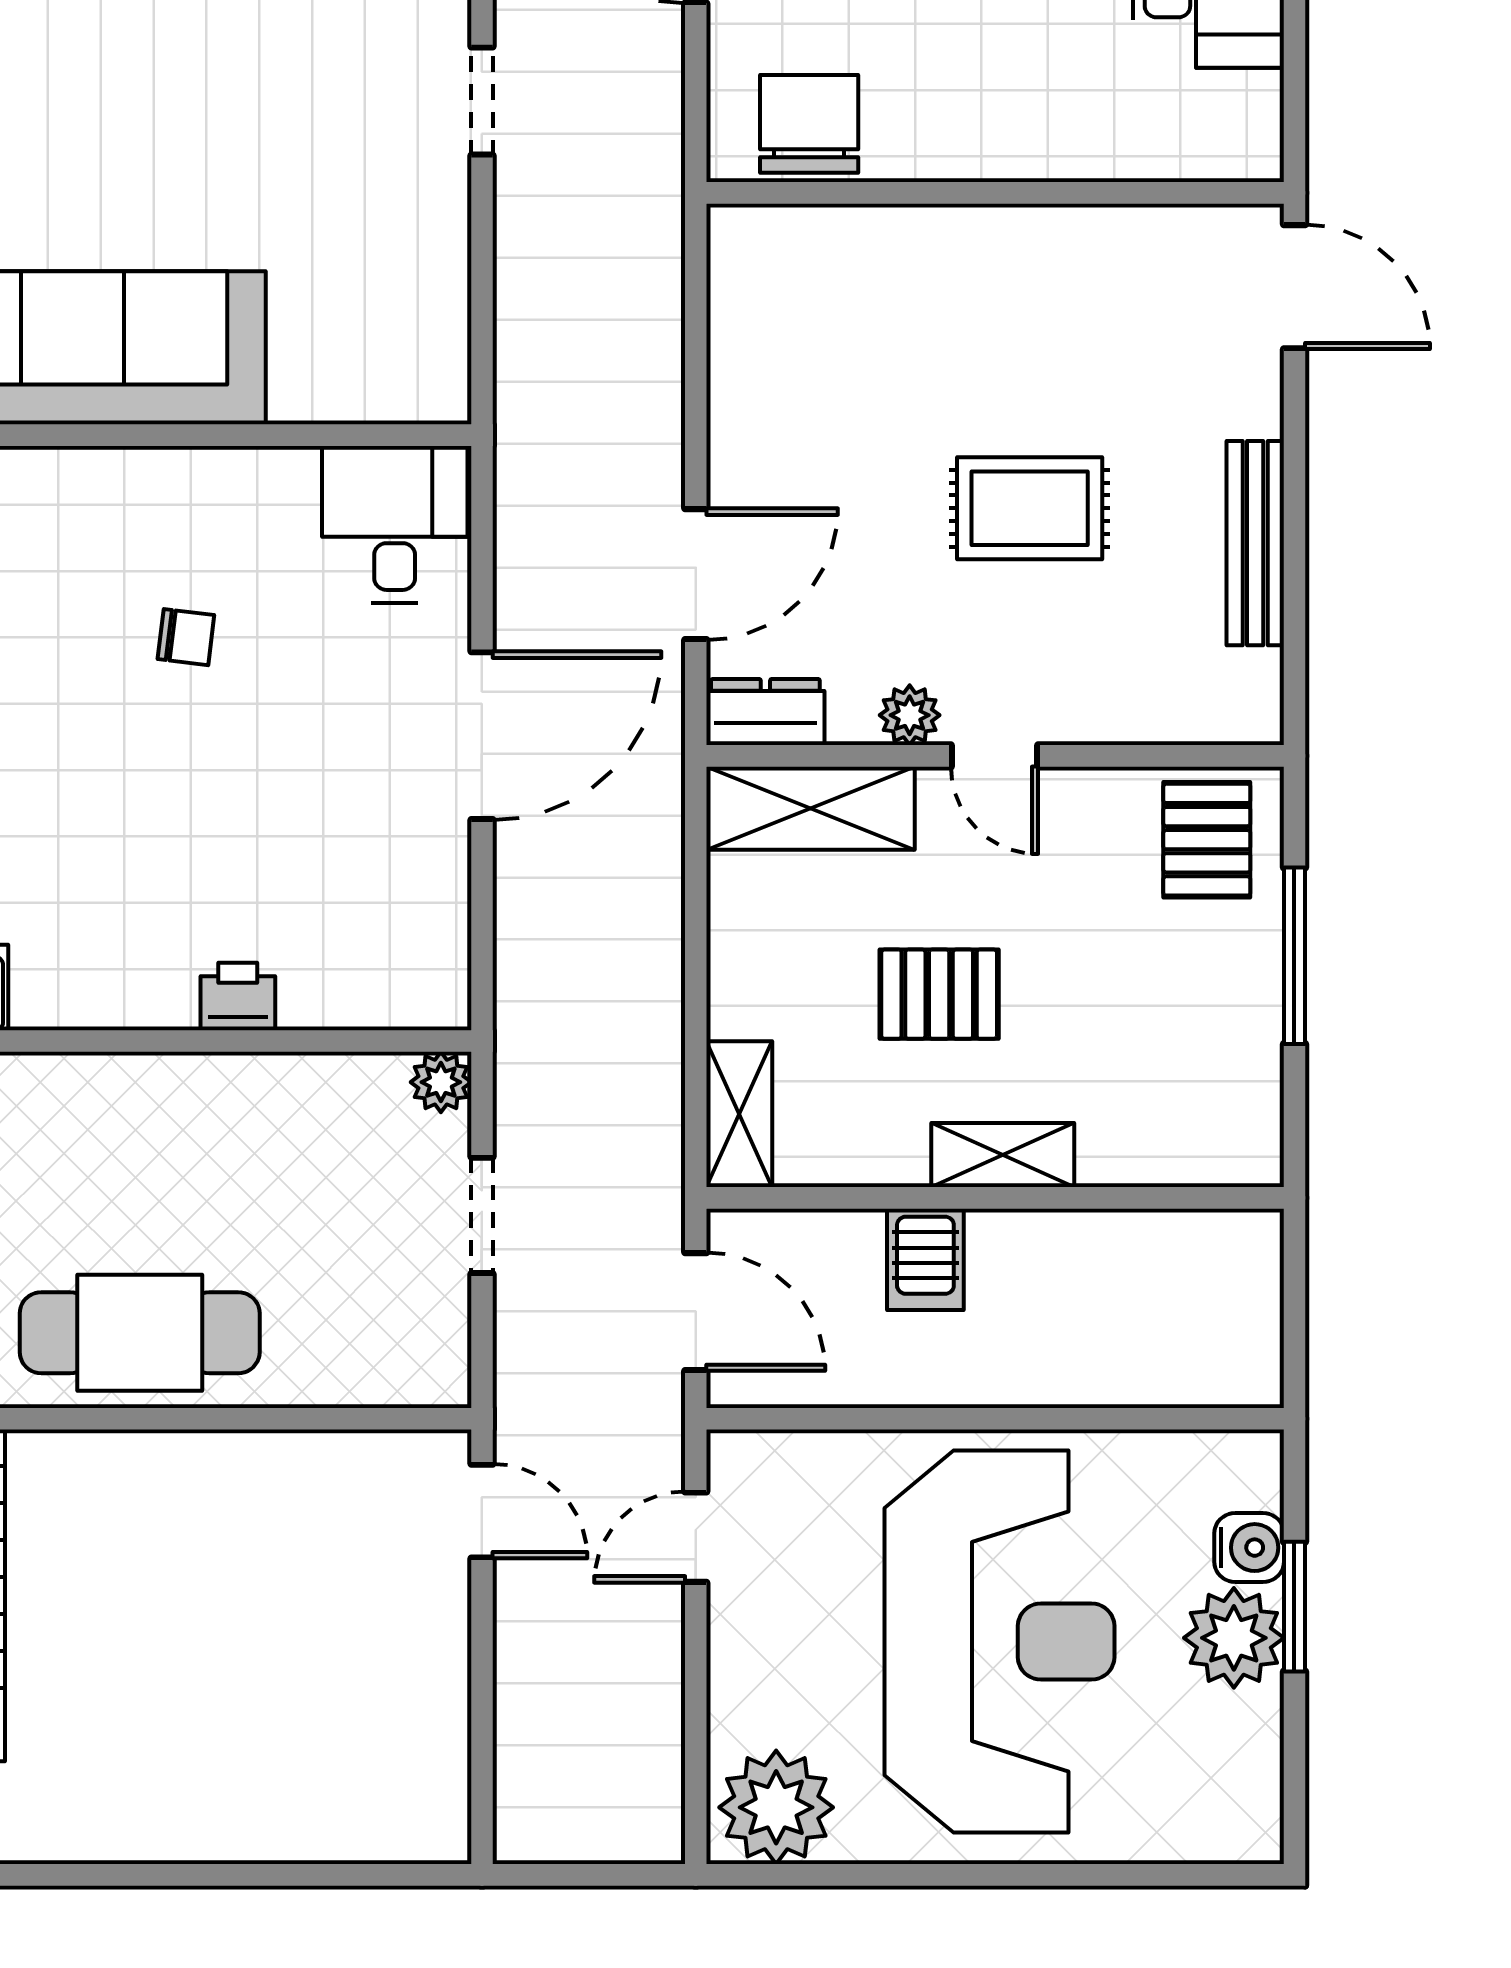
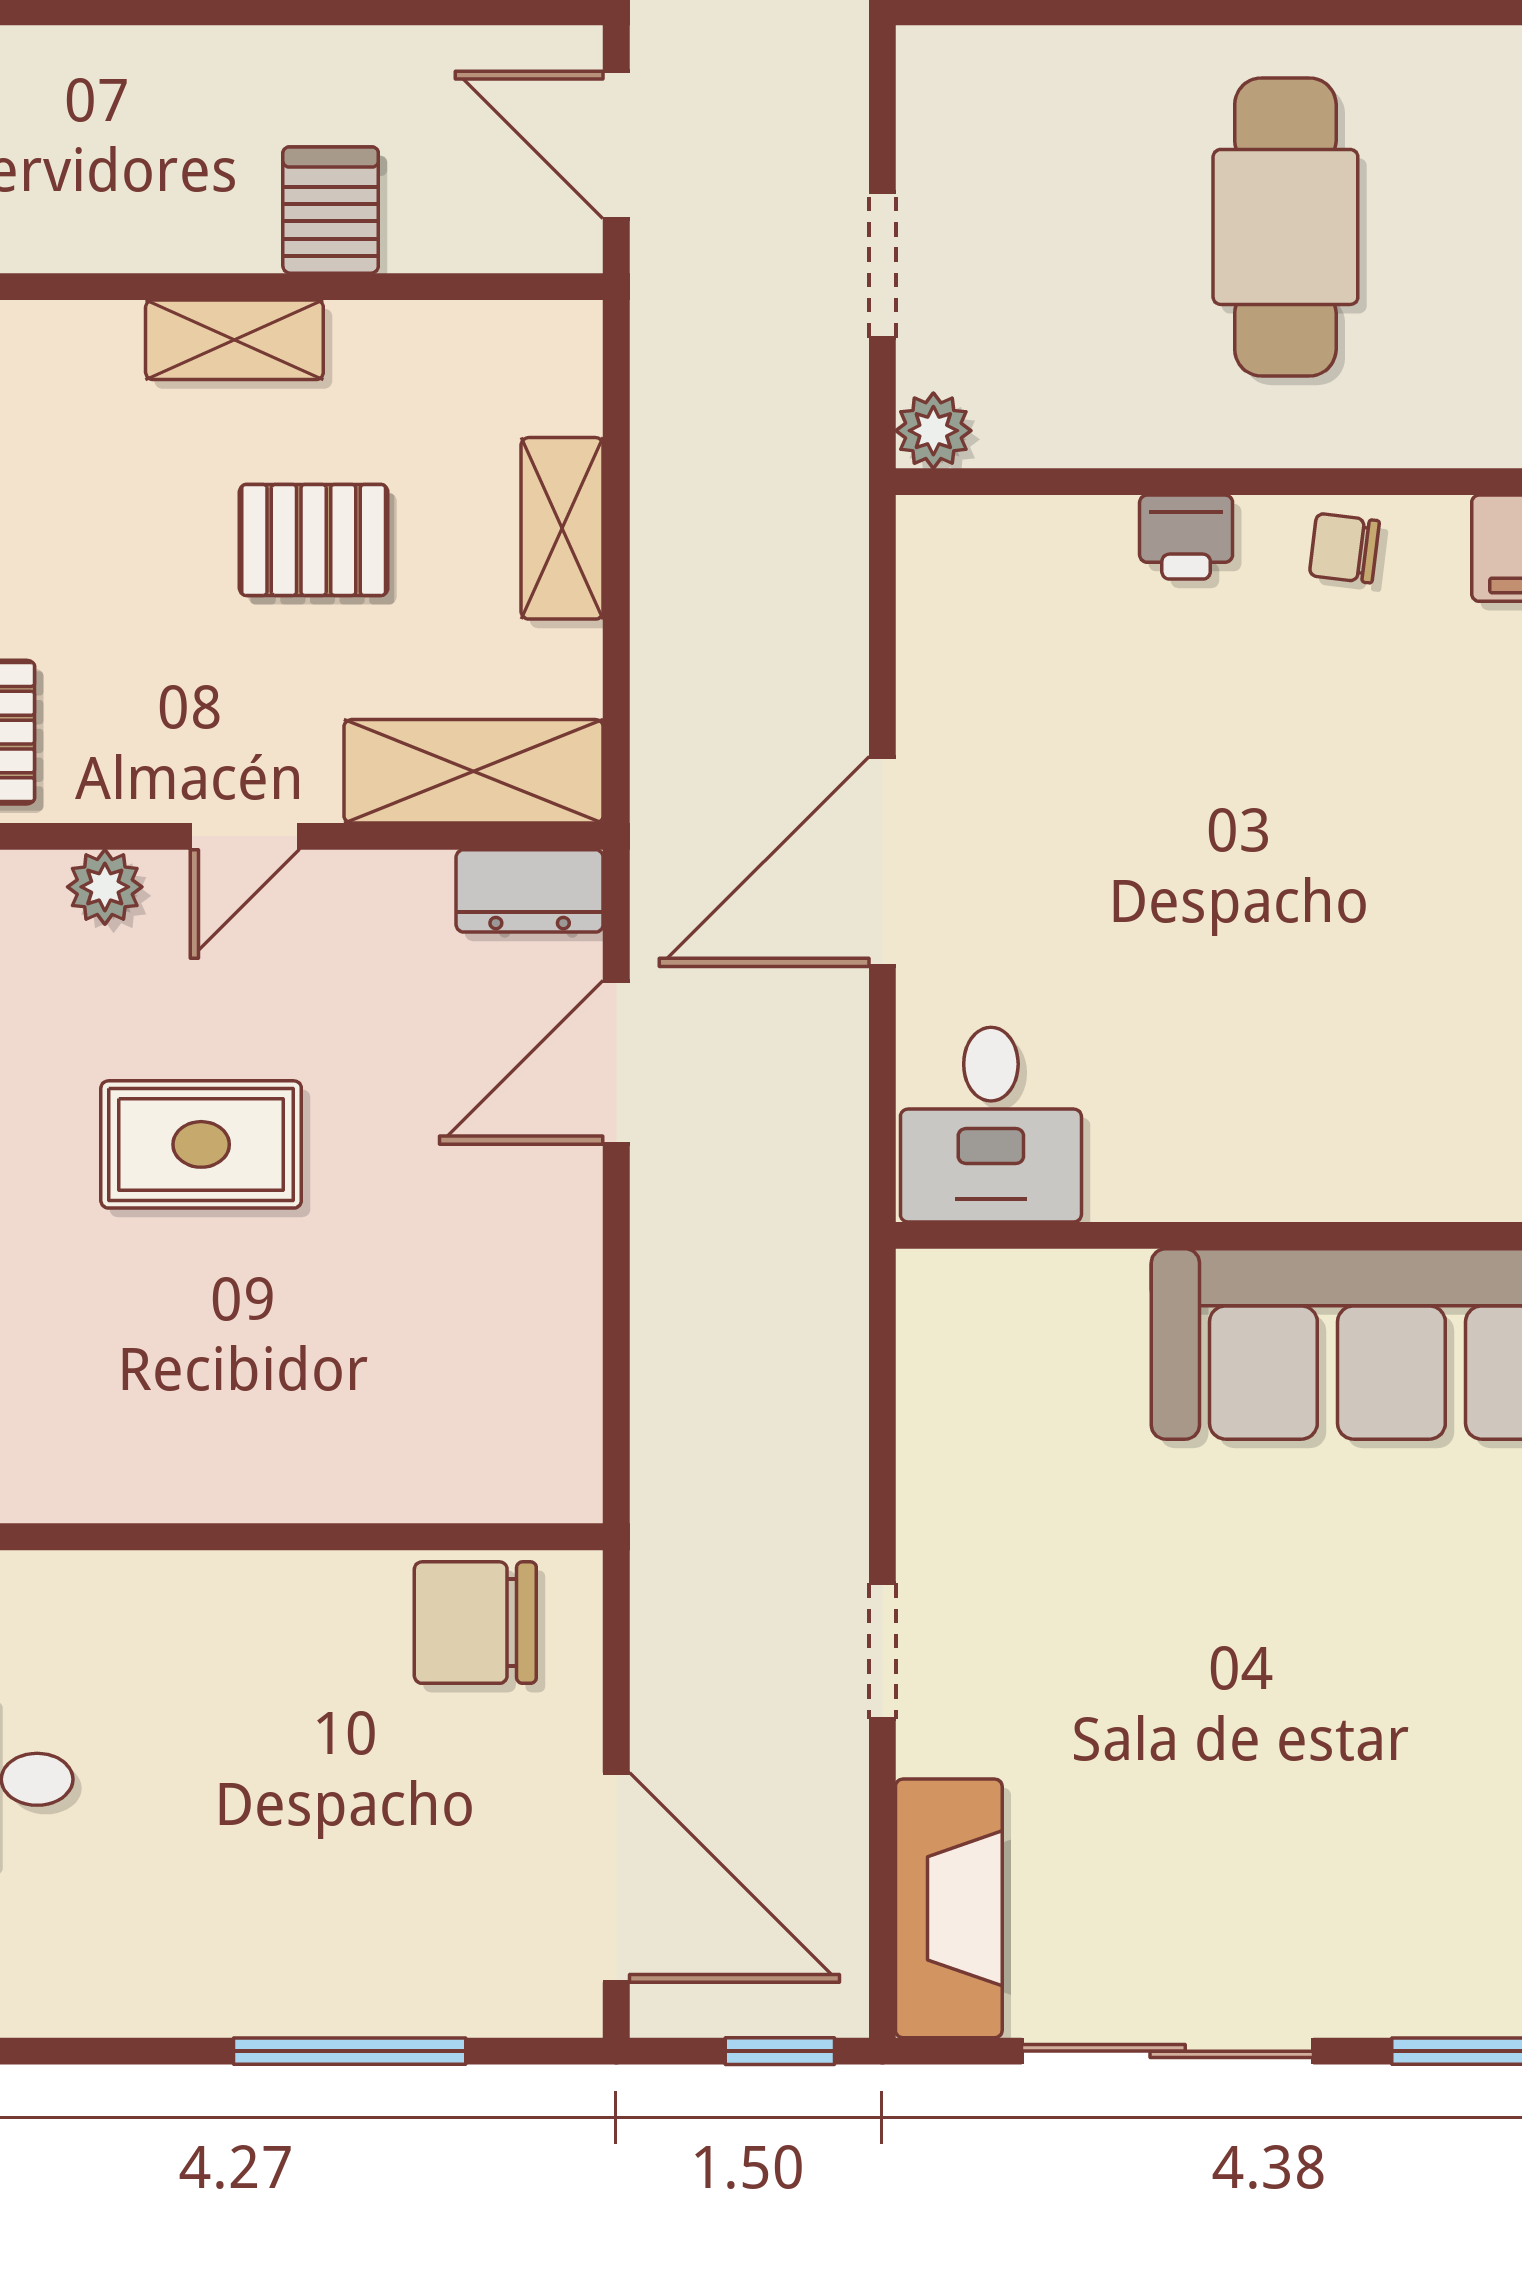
chair: (809, 124) -> (475, 1623), turned 90
chair: (186, 637) -> (1344, 548), moved
plant: (910, 715) -> (105, 887), moved
door: (994, 756) -> (245, 836), swing flipped
shelving: (739, 1114) -> (562, 528), moved
cafe table: (140, 1333) -> (1285, 227), moved, turned 90

